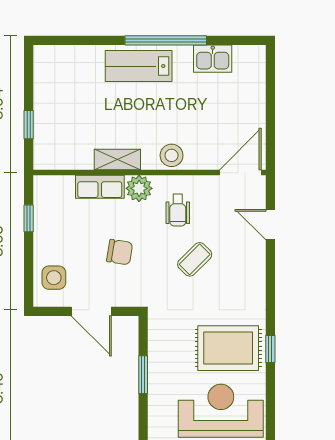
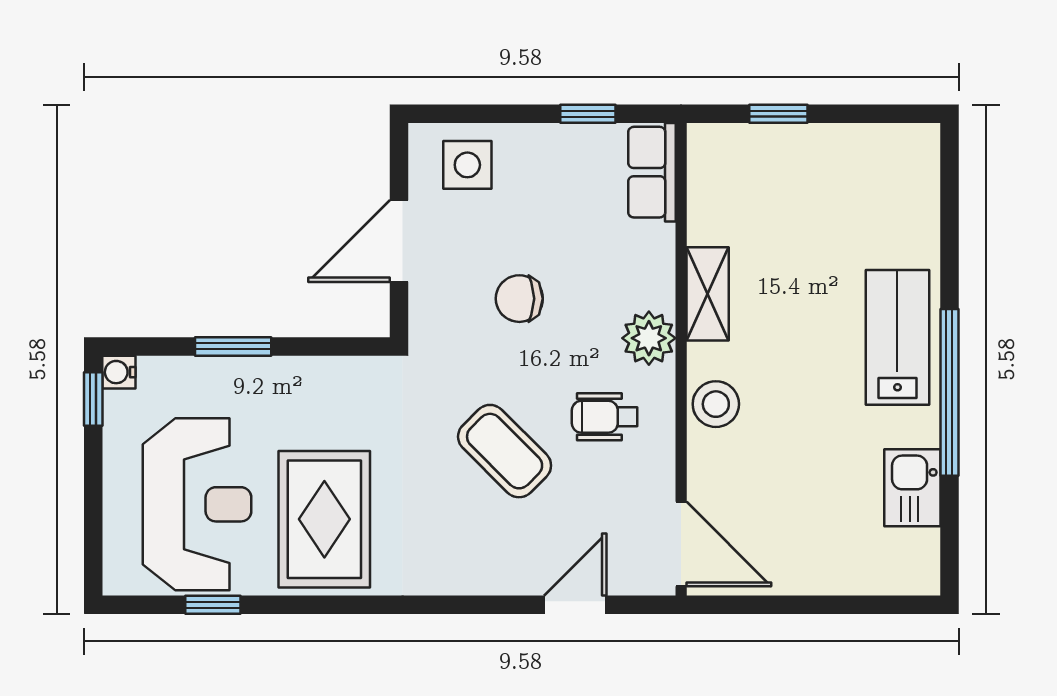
row of seats: (100, 187) -> (652, 172), moved
chair: (120, 252) -> (519, 299), turned 81
coffee table: (195, 259) -> (505, 451), width x1.36, depth x1.30
window: (270, 349) -> (213, 605), moved
window: (143, 375) -> (233, 346), moved

